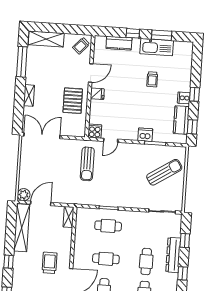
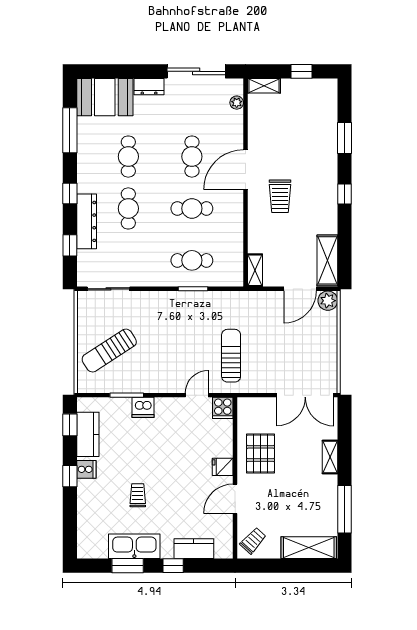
shelving: (22, 228) -> (327, 260), width x0.68

